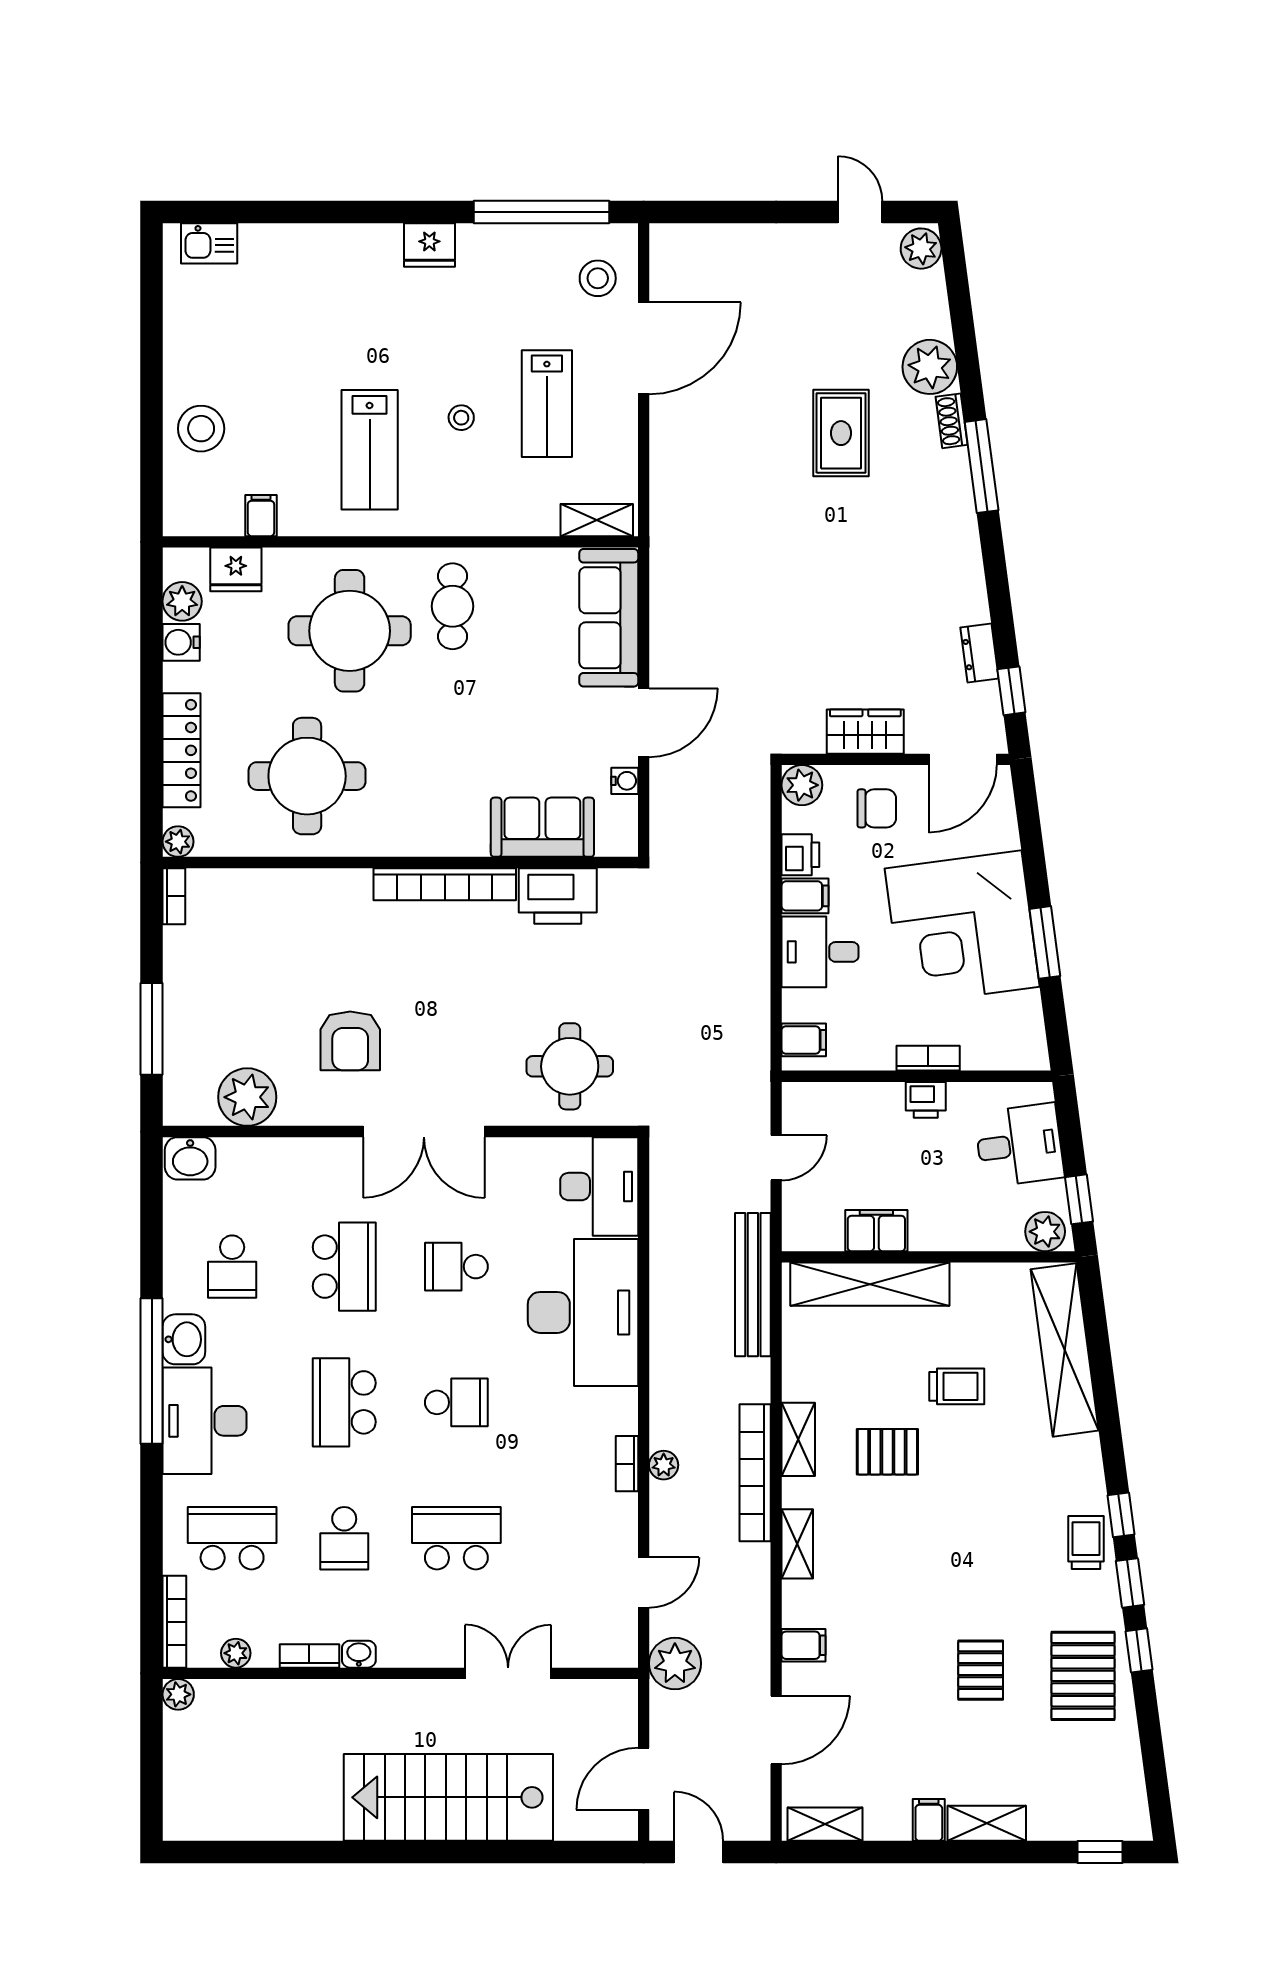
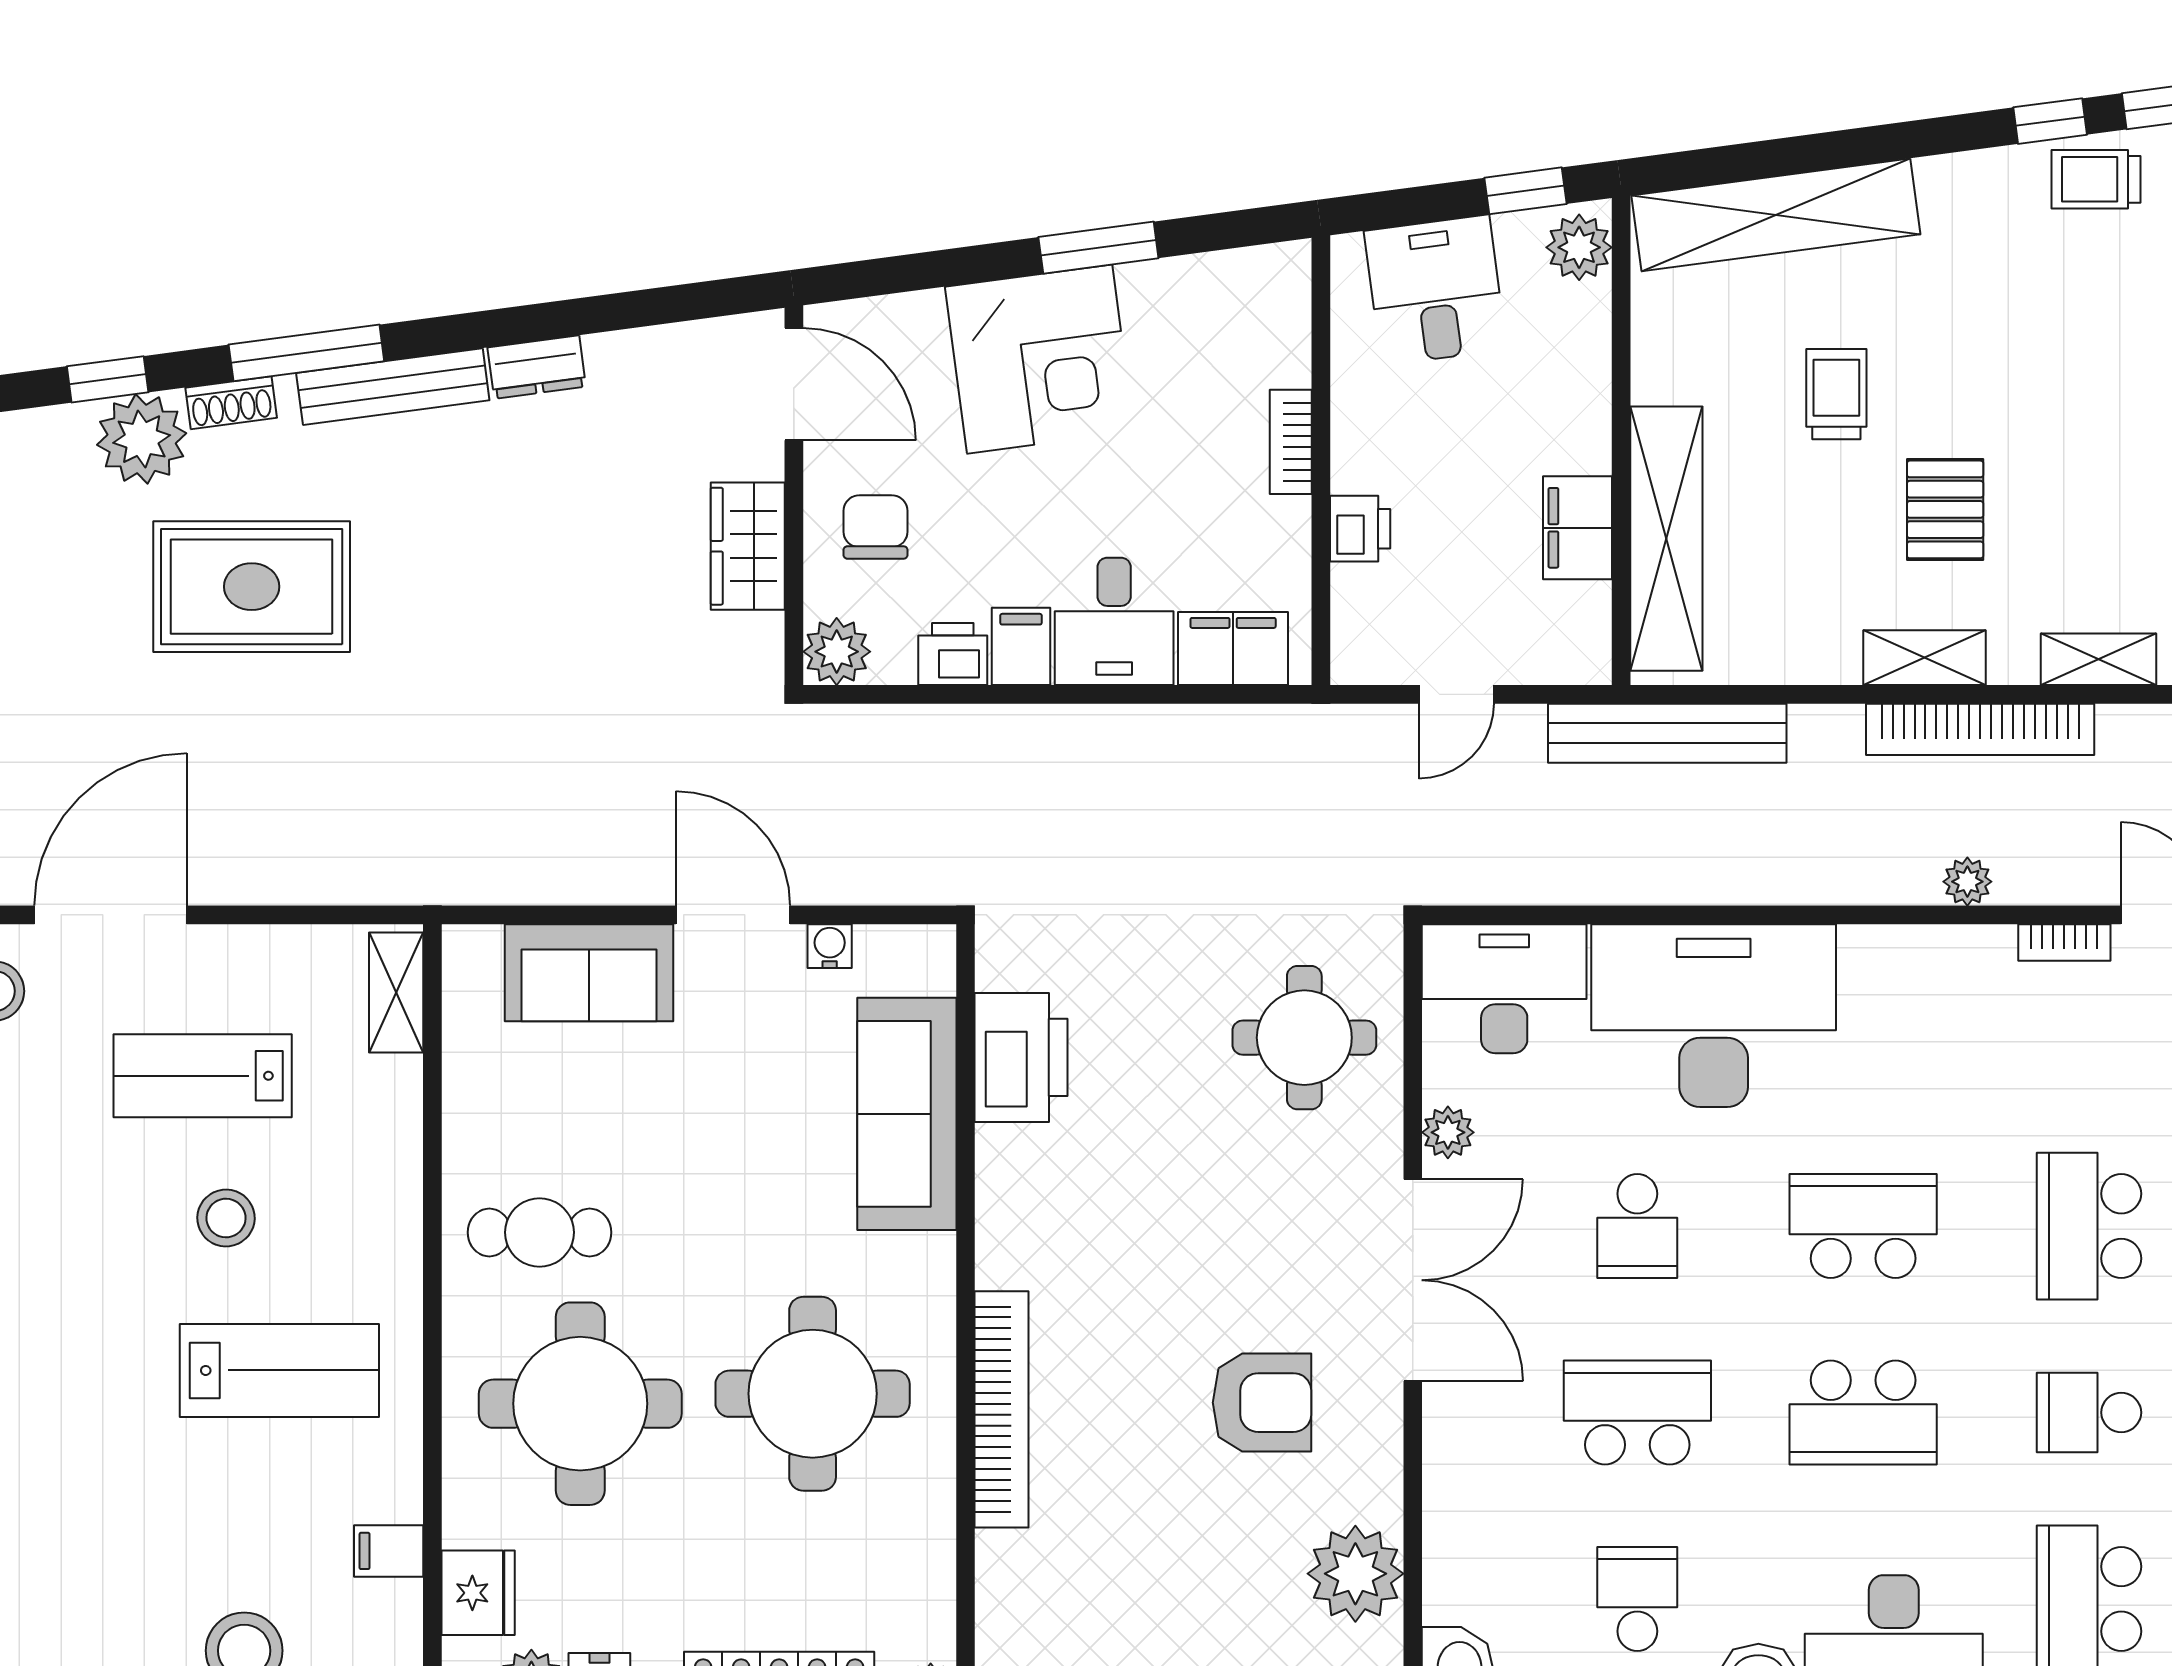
door: (644, 348) -> (111, 915), hinge flipped
lab bench: (547, 404) -> (203, 1076), turned 180
stool: (461, 418) -> (226, 1218), width x1.37, depth x1.37
rug: (841, 433) -> (252, 587), width x1.36, depth x1.43
bench: (961, 518) -> (393, 387), added
sofa: (609, 618) -> (589, 973), width x0.73
dresser: (979, 653) -> (537, 367), moved
window: (1011, 691) -> (108, 379), moved
round table: (307, 776) -> (813, 1394), moved
sofa: (542, 827) -> (907, 1114), width x1.36
bookcase: (445, 884) -> (1002, 1409), moved
corner desk: (962, 928) -> (1040, 359), width x0.74, depth x0.74
filing cabinet: (804, 1040) -> (1233, 649), width x2.00
printer: (926, 1100) -> (1360, 529), moved
plant: (513, 1153) -> (1448, 1132), added
door: (776, 1158) -> (1456, 694), swing flipped
school desk: (232, 1267) -> (1637, 1599), turned -90
school desk: (456, 1402) -> (1863, 1226), width x1.85
bookcase: (627, 1464) -> (2064, 942), moved
school desk: (344, 1538) -> (2089, 1413), turned 180

